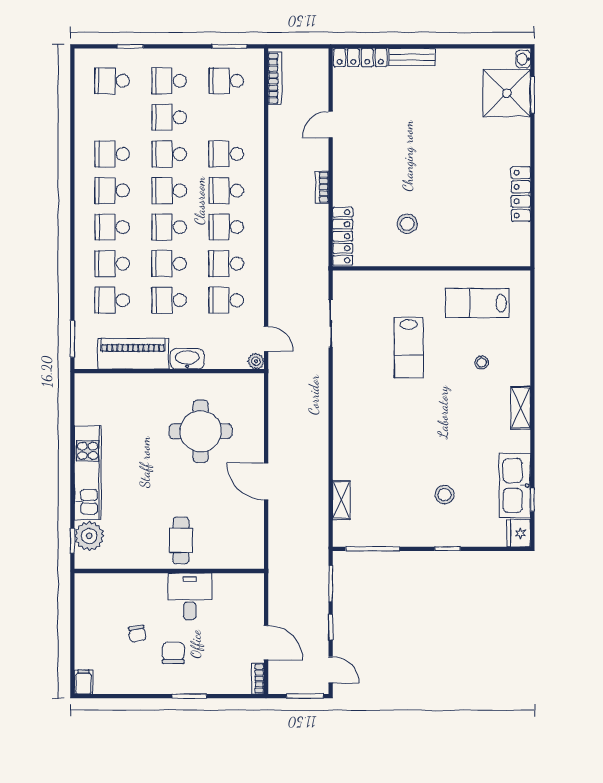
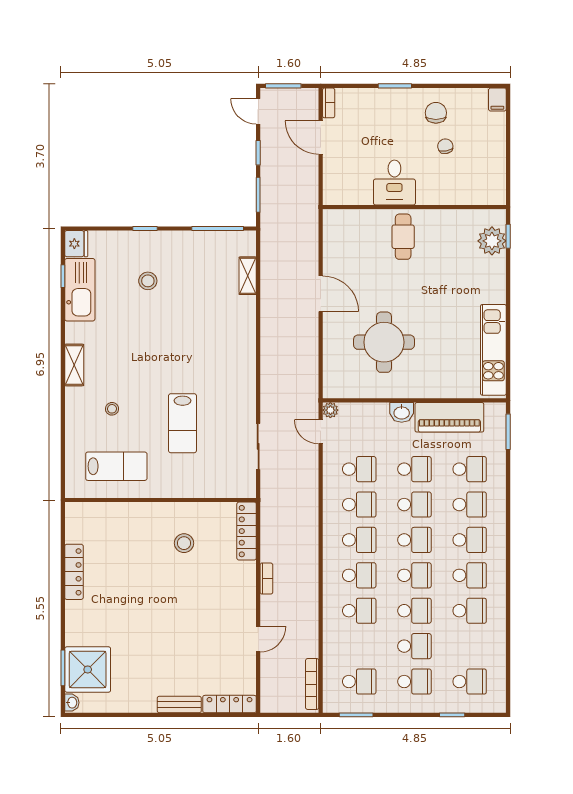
lab bench: (409, 348) -> (182, 423), turned 180
washbasin: (187, 359) -> (402, 412), width x0.72
kitchen unit: (88, 473) -> (493, 350), moved
chair: (173, 653) -> (436, 113), moved, turned 180

